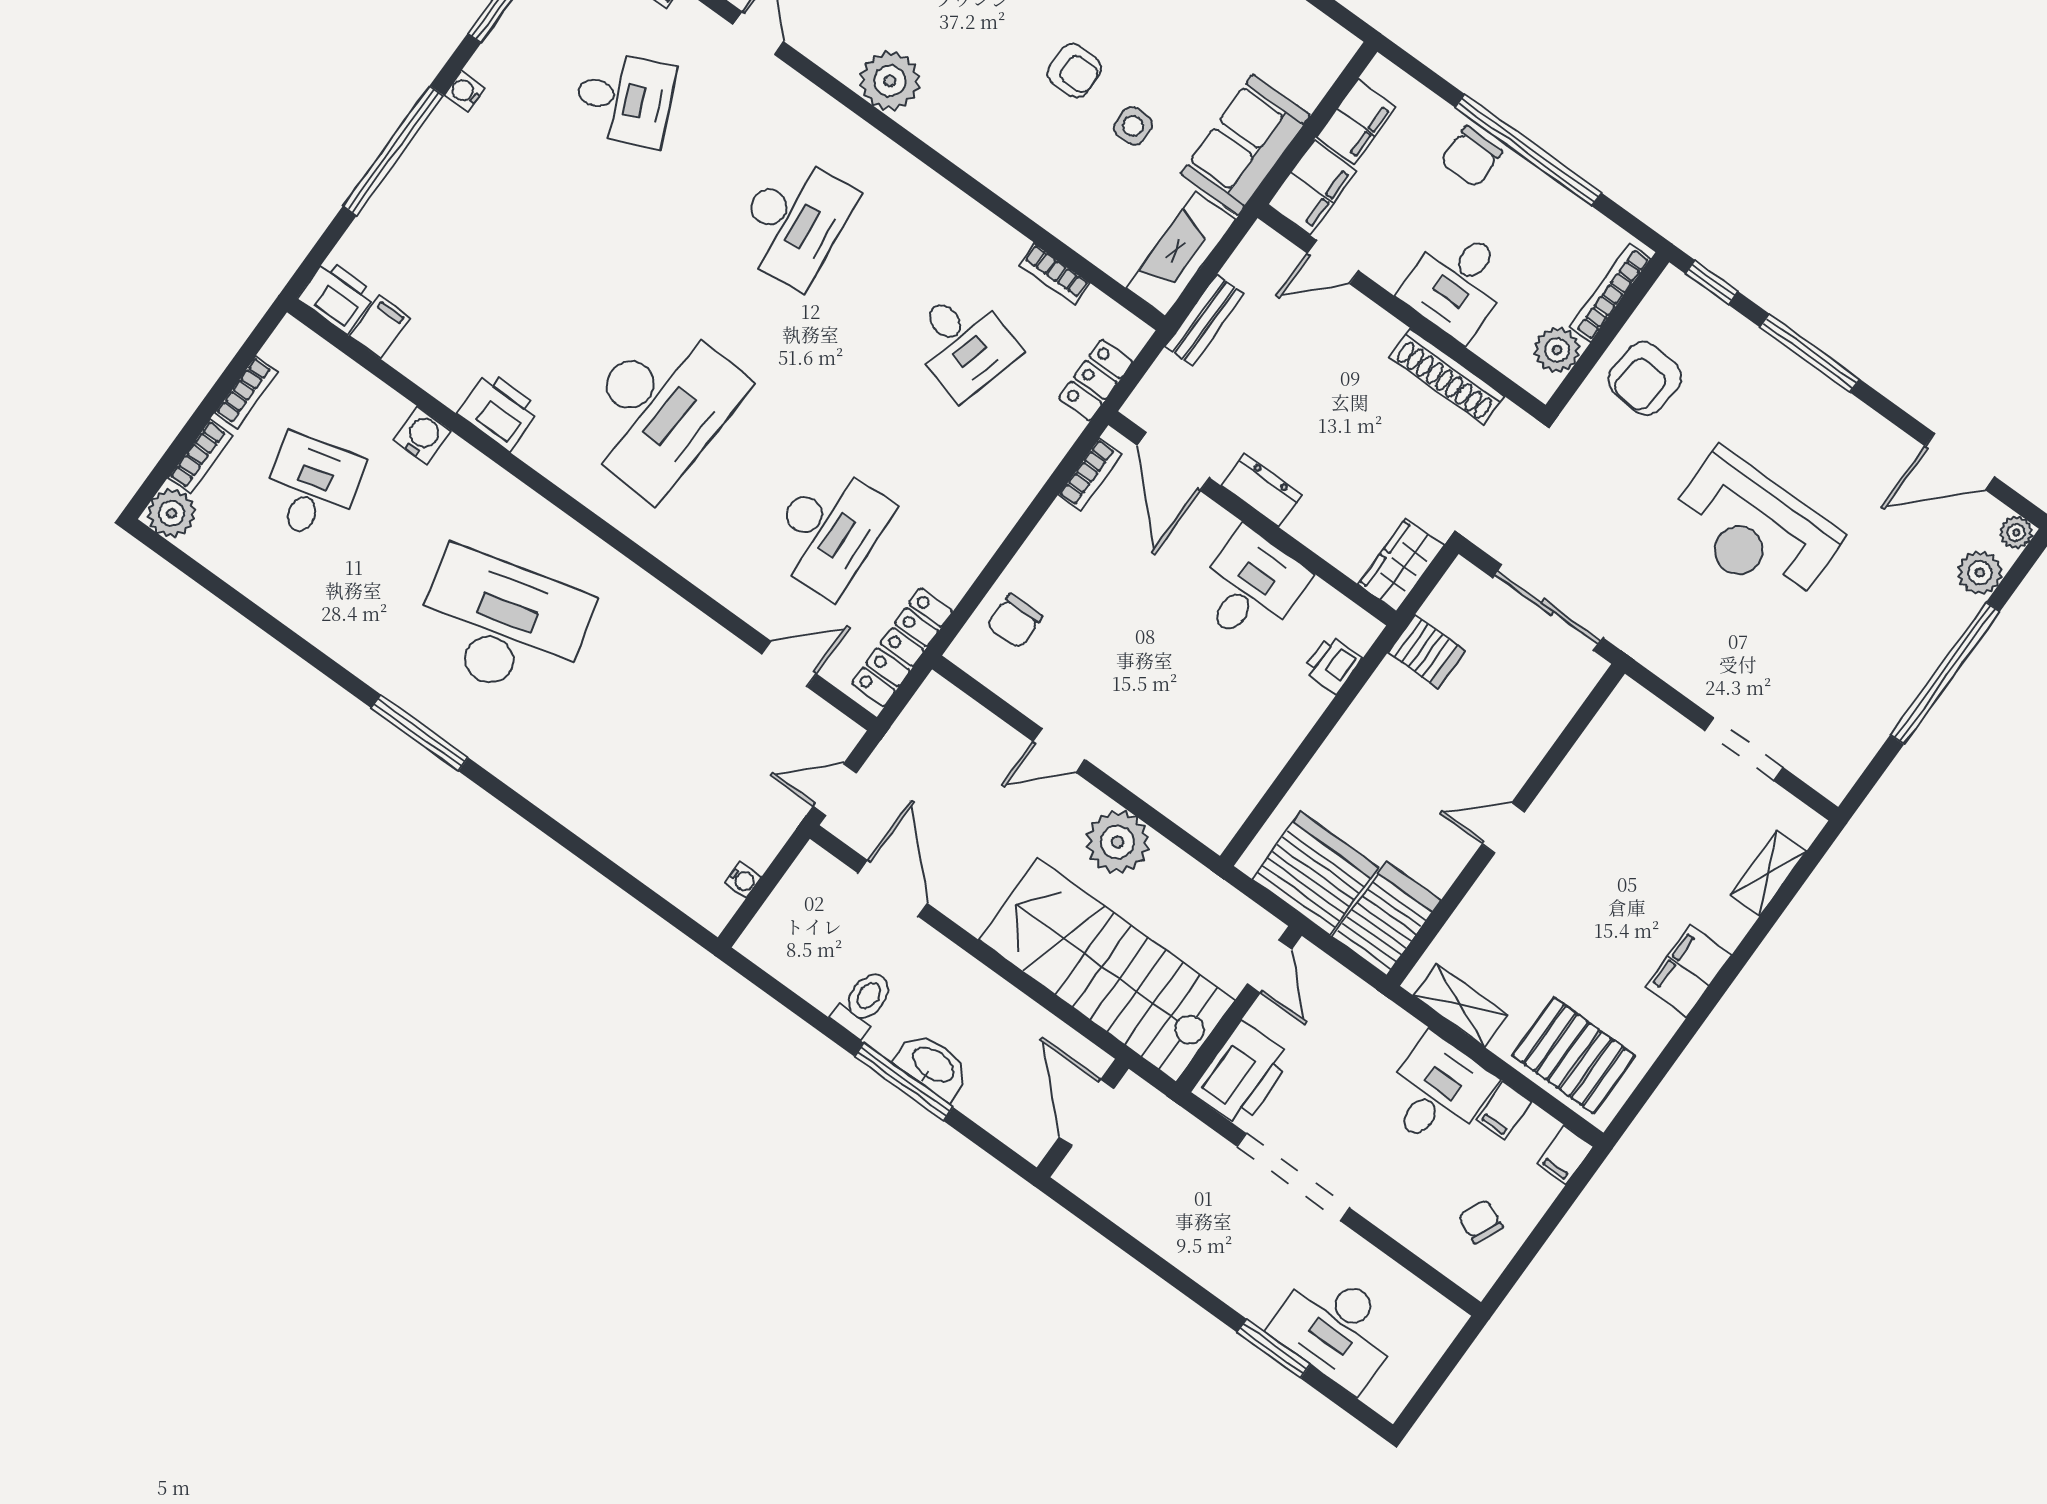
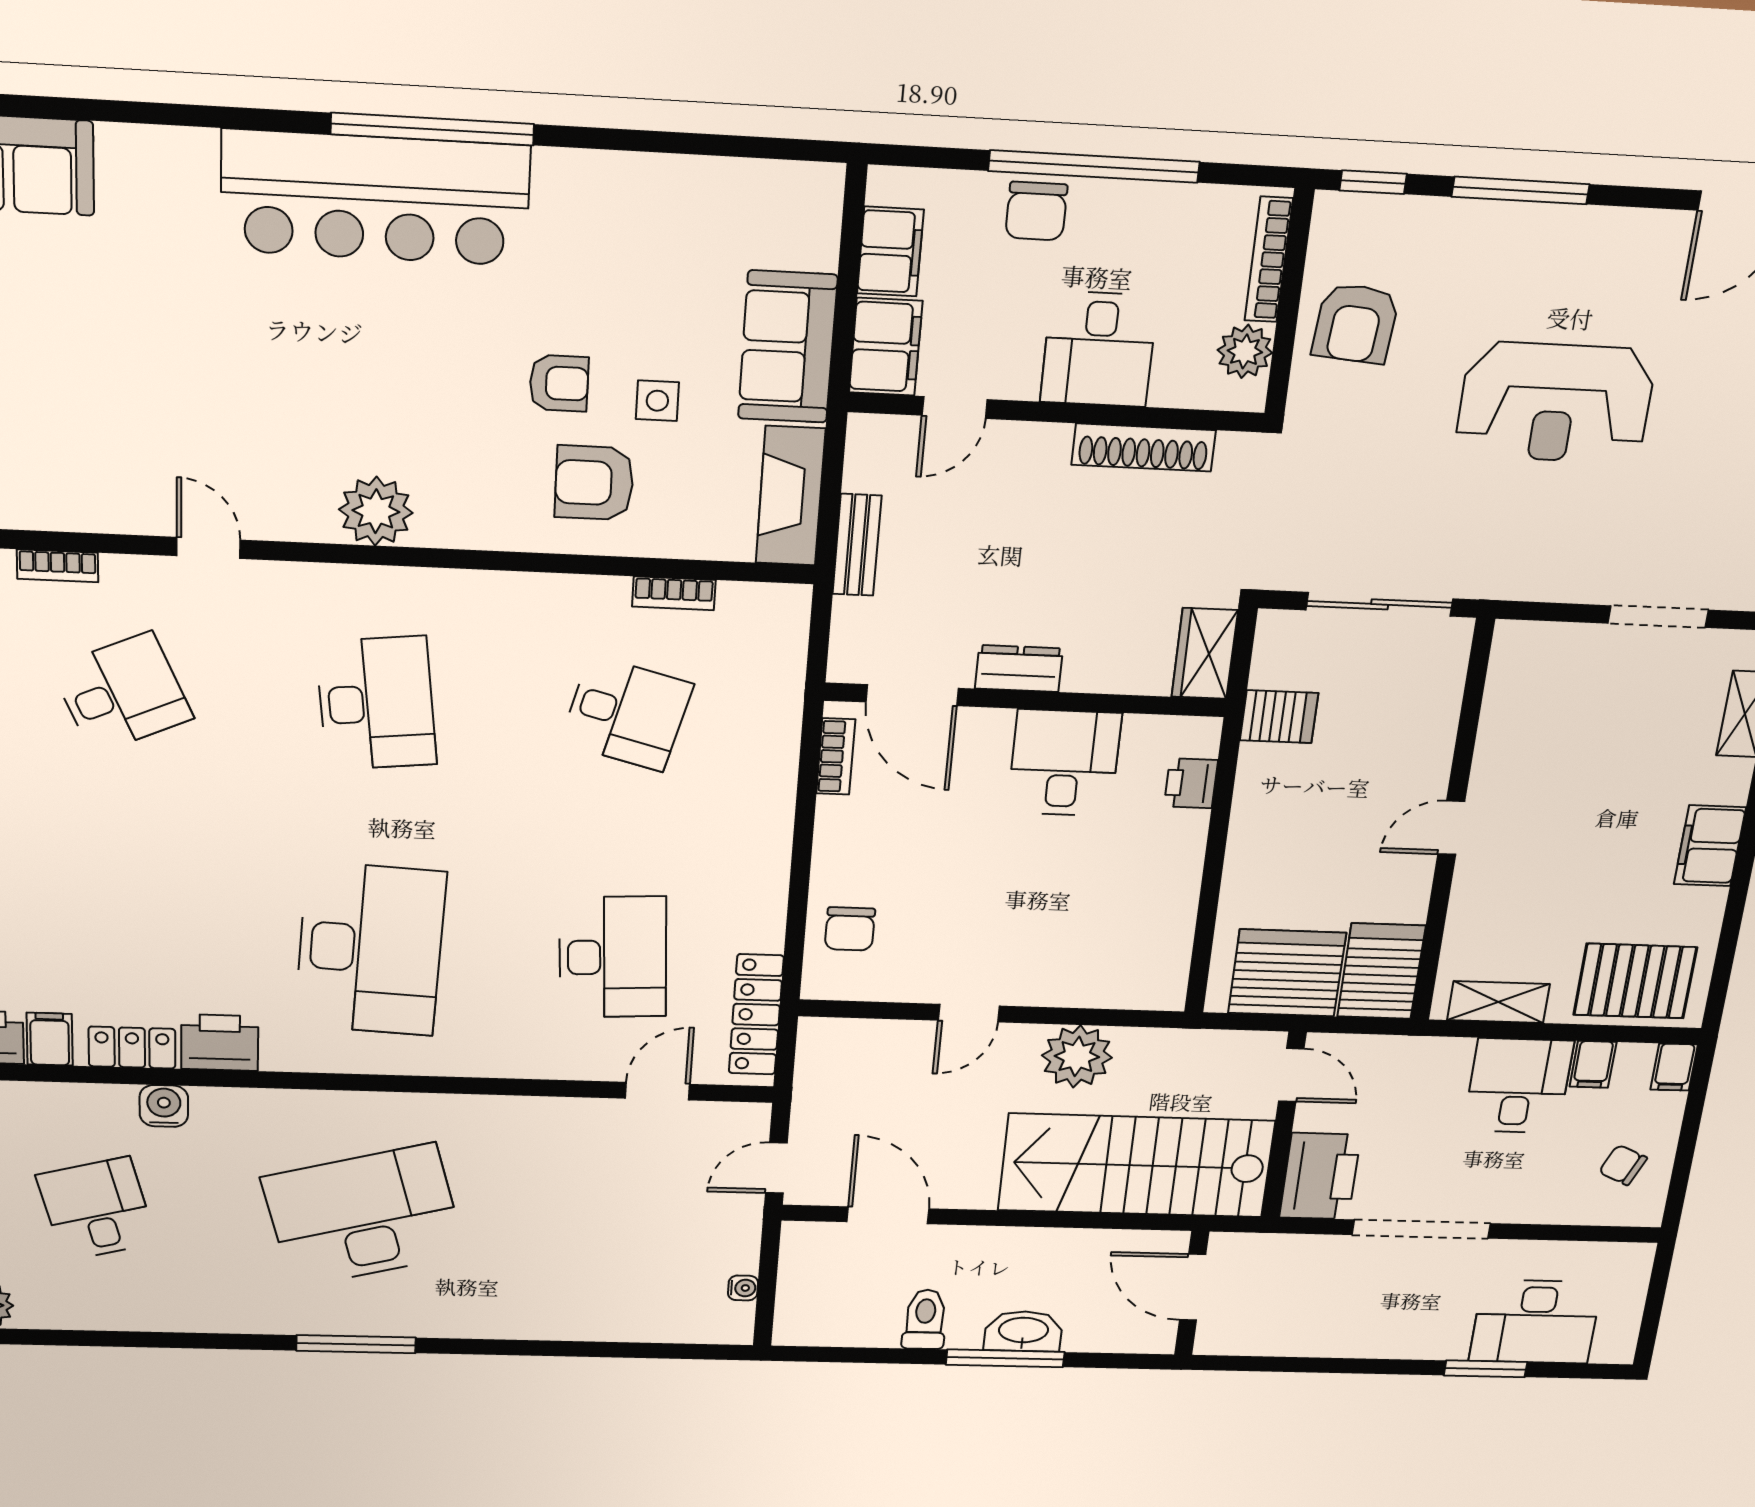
armchair: (1052, 157) -> (594, 483), added
locker: (1096, 380) -> (132, 1048), moved, turned 90

